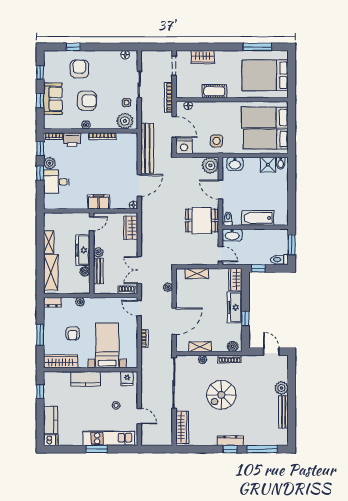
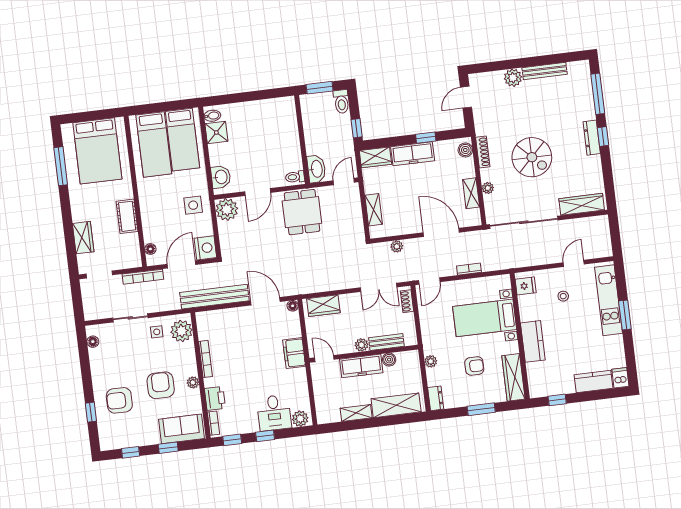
sofa: (53, 99) -> (181, 429), moved
plant: (50, 163) -> (300, 419), moved
bathtub: (258, 218) -> (289, 137), removed

